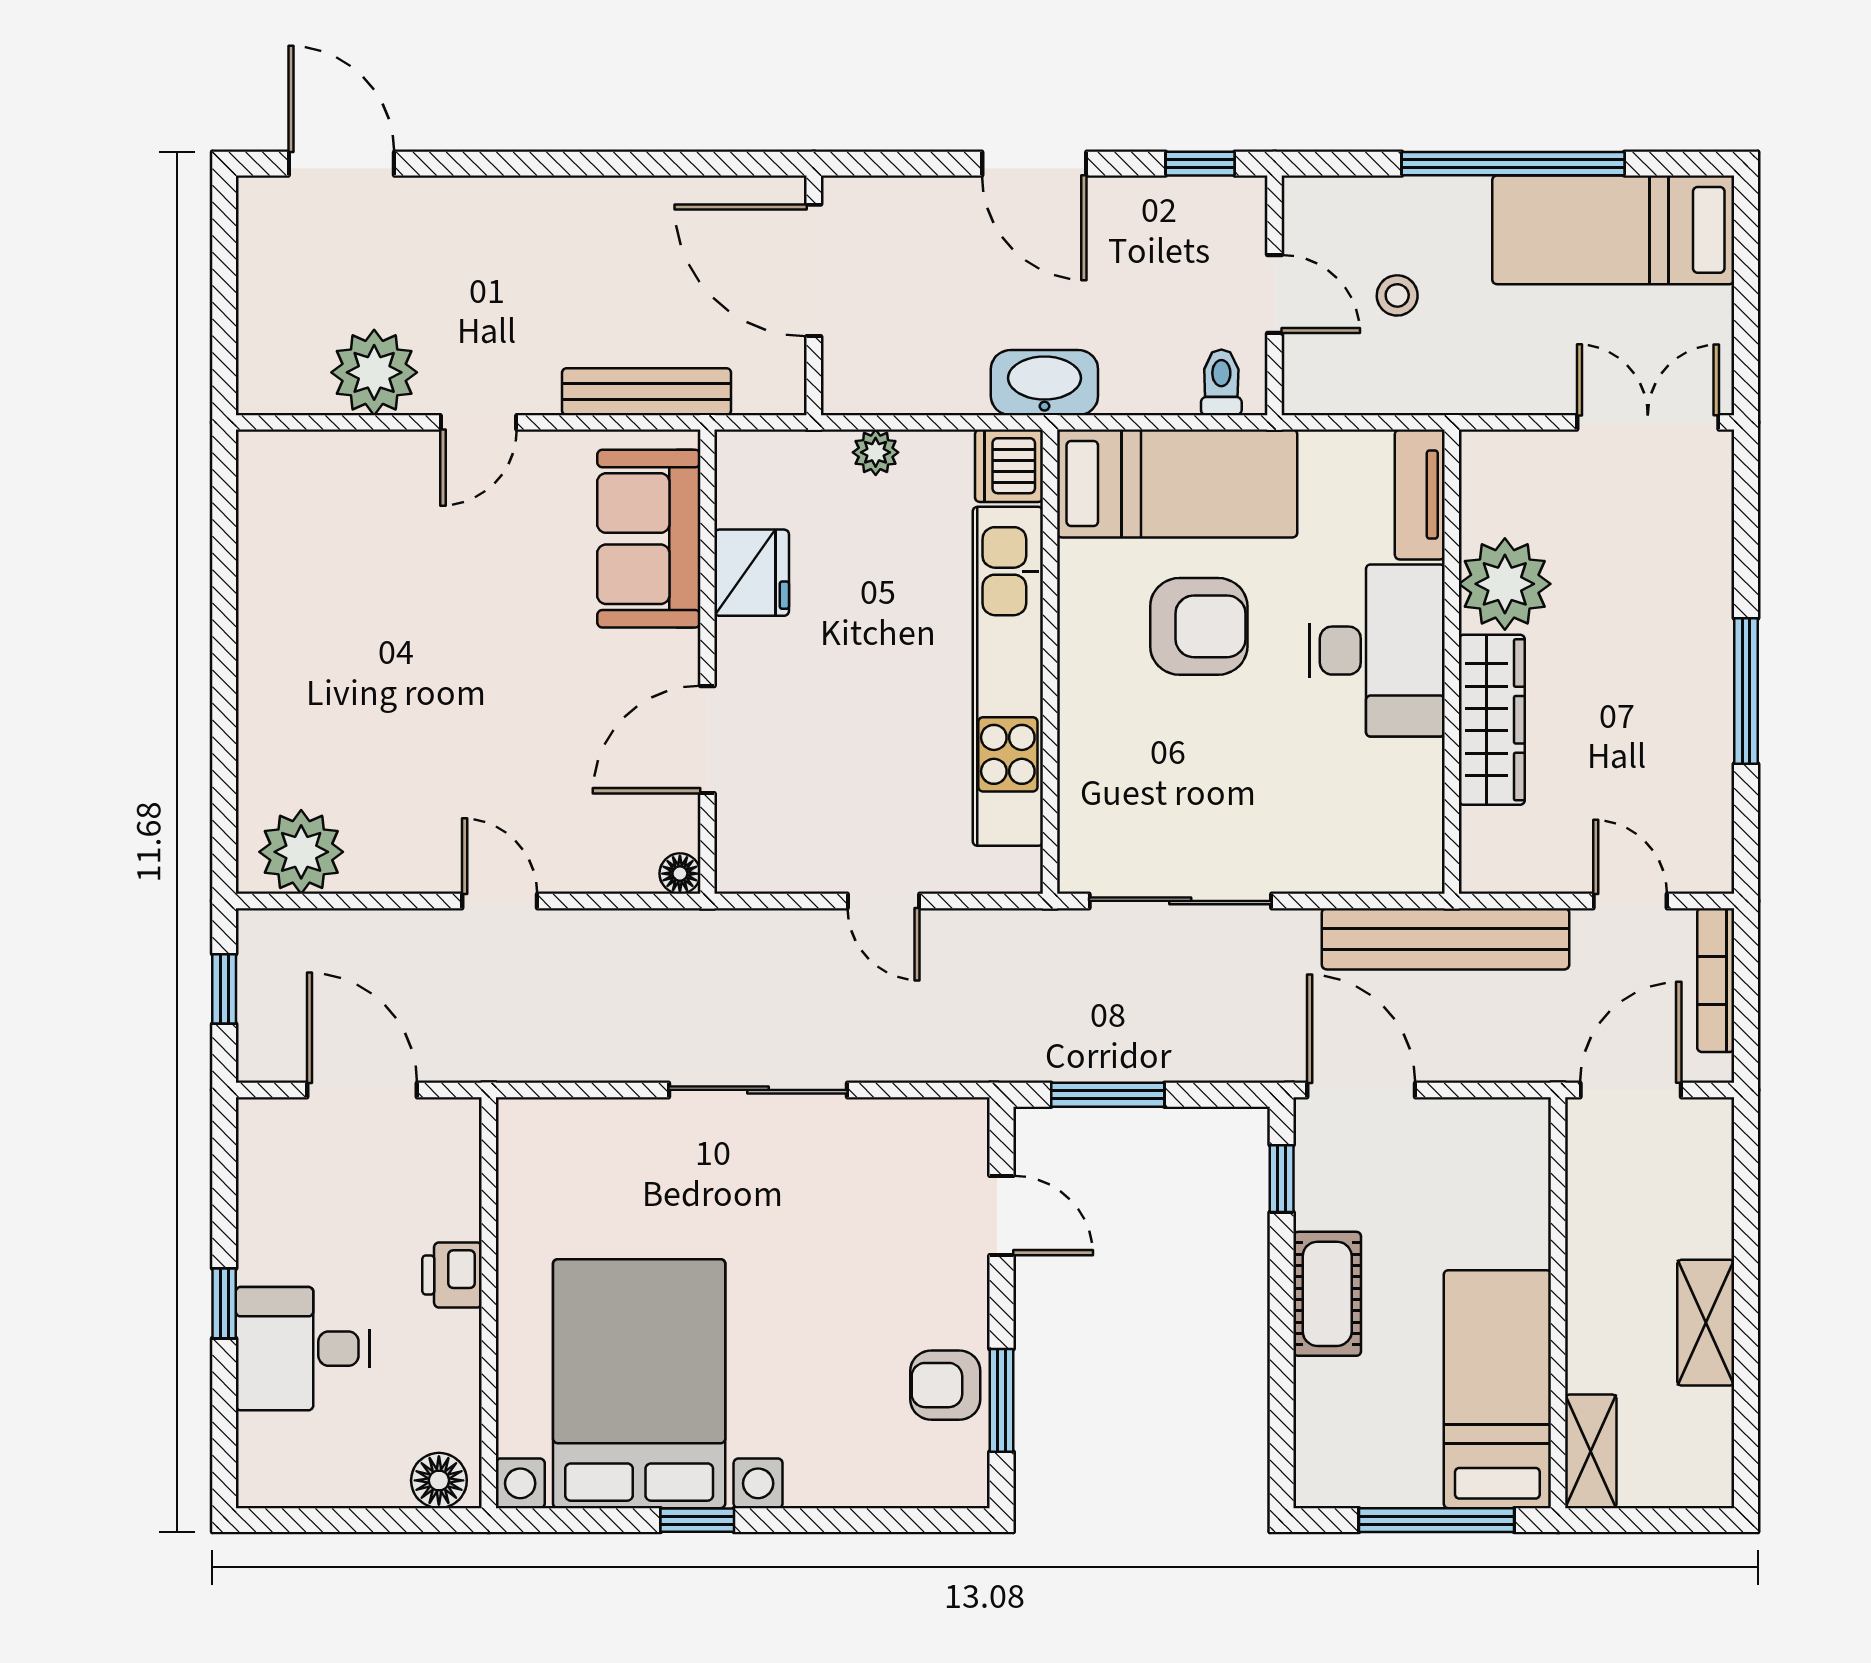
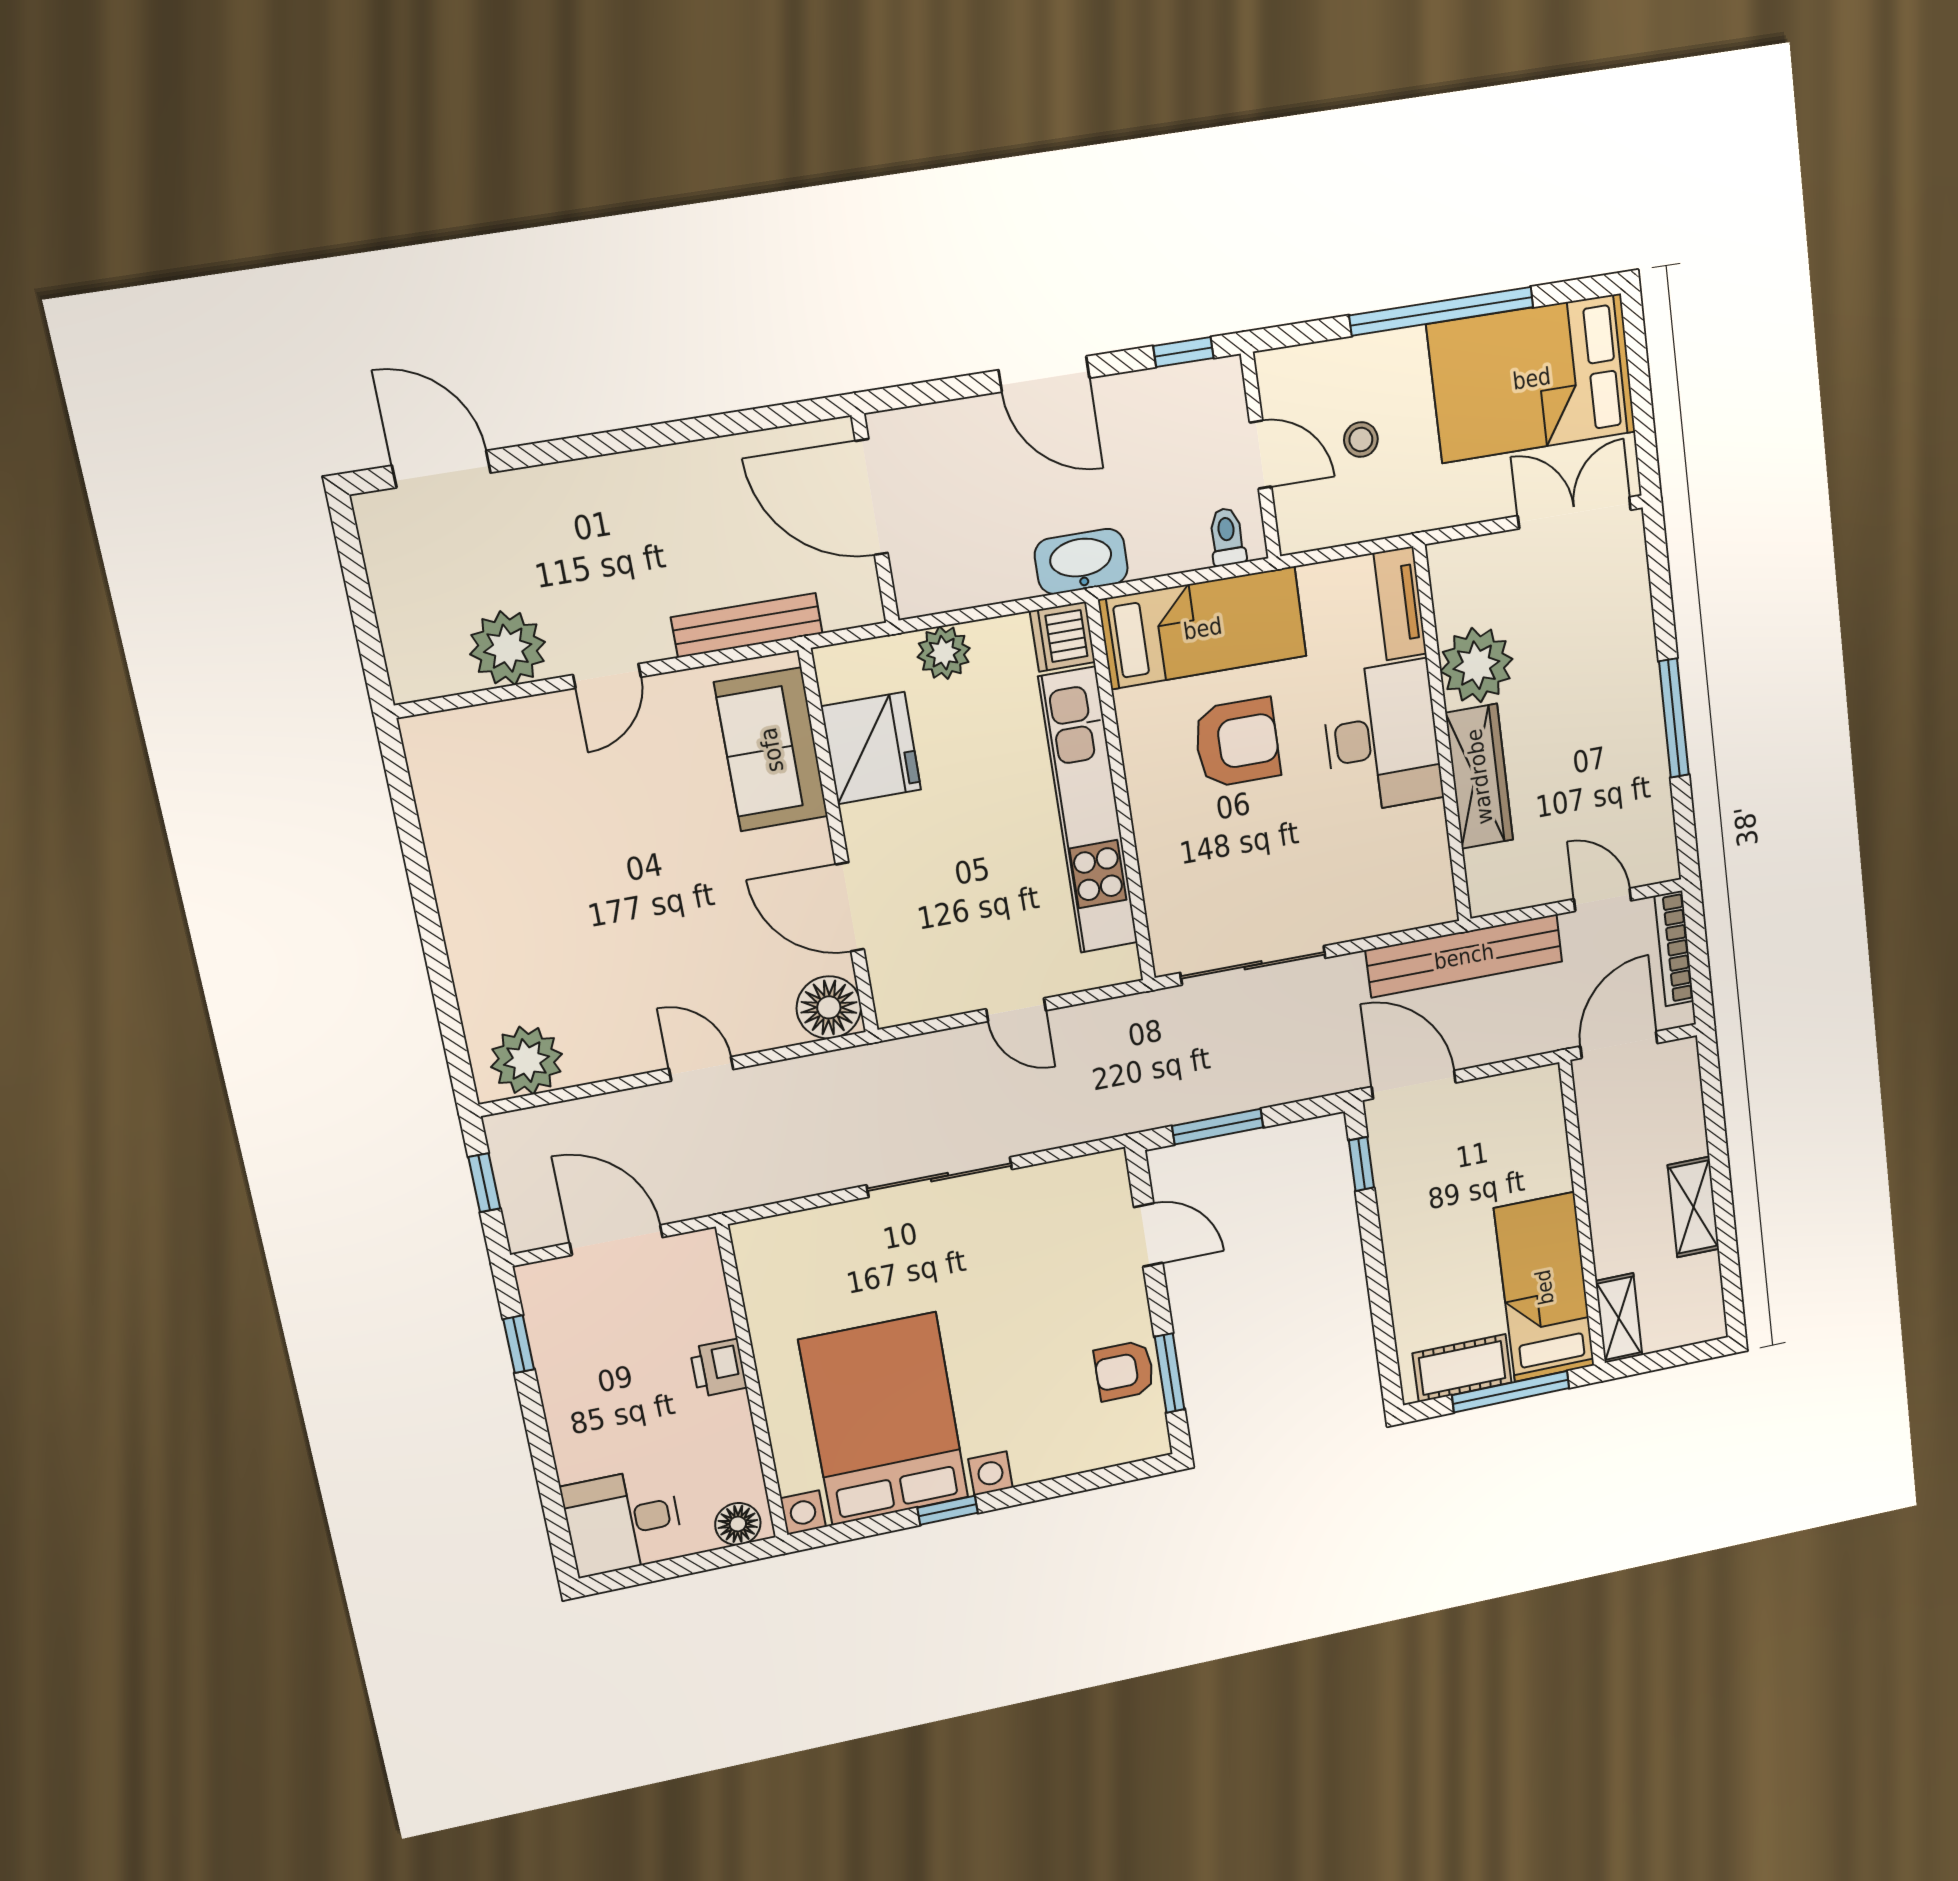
bed: (1613, 230) -> (1532, 378), width x1.50
plant: (876, 452) -> (944, 653), width x1.38, depth x1.38
fridge: (752, 573) -> (871, 748), width x1.36, depth x1.34
door: (707, 740) -> (850, 907), hinge flipped
floor lamp: (680, 874) -> (829, 1007), width x1.89, depth x1.89
cot: (1327, 1294) -> (1462, 1368), moved, turned 90
window: (224, 1303) -> (519, 1344), moved
desk: (302, 1349) -> (623, 1522), moved

